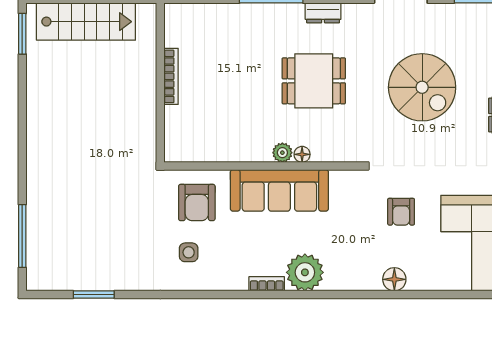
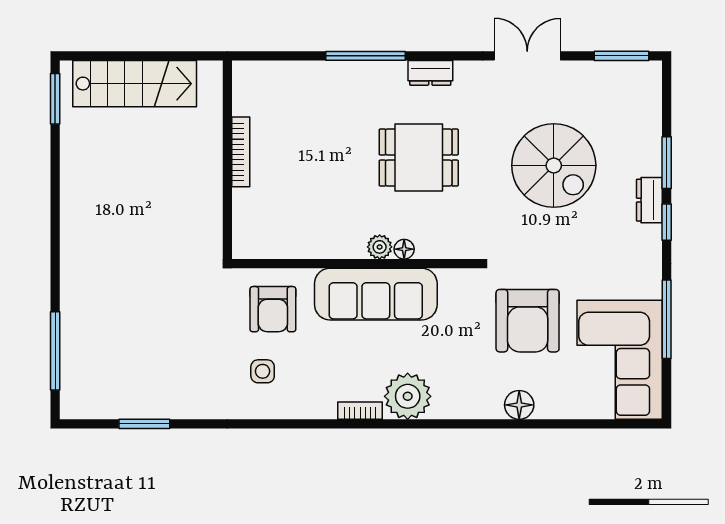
armchair: (401, 212) -> (528, 321), width x1.88, depth x1.88

